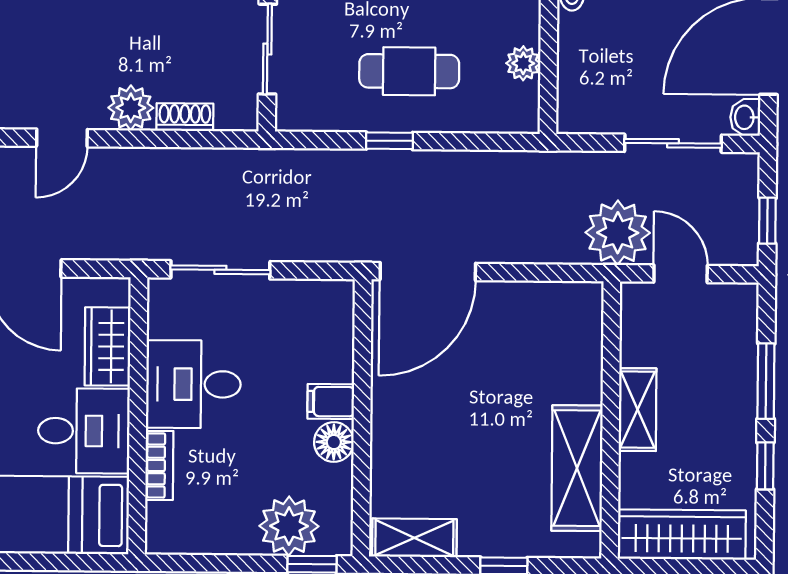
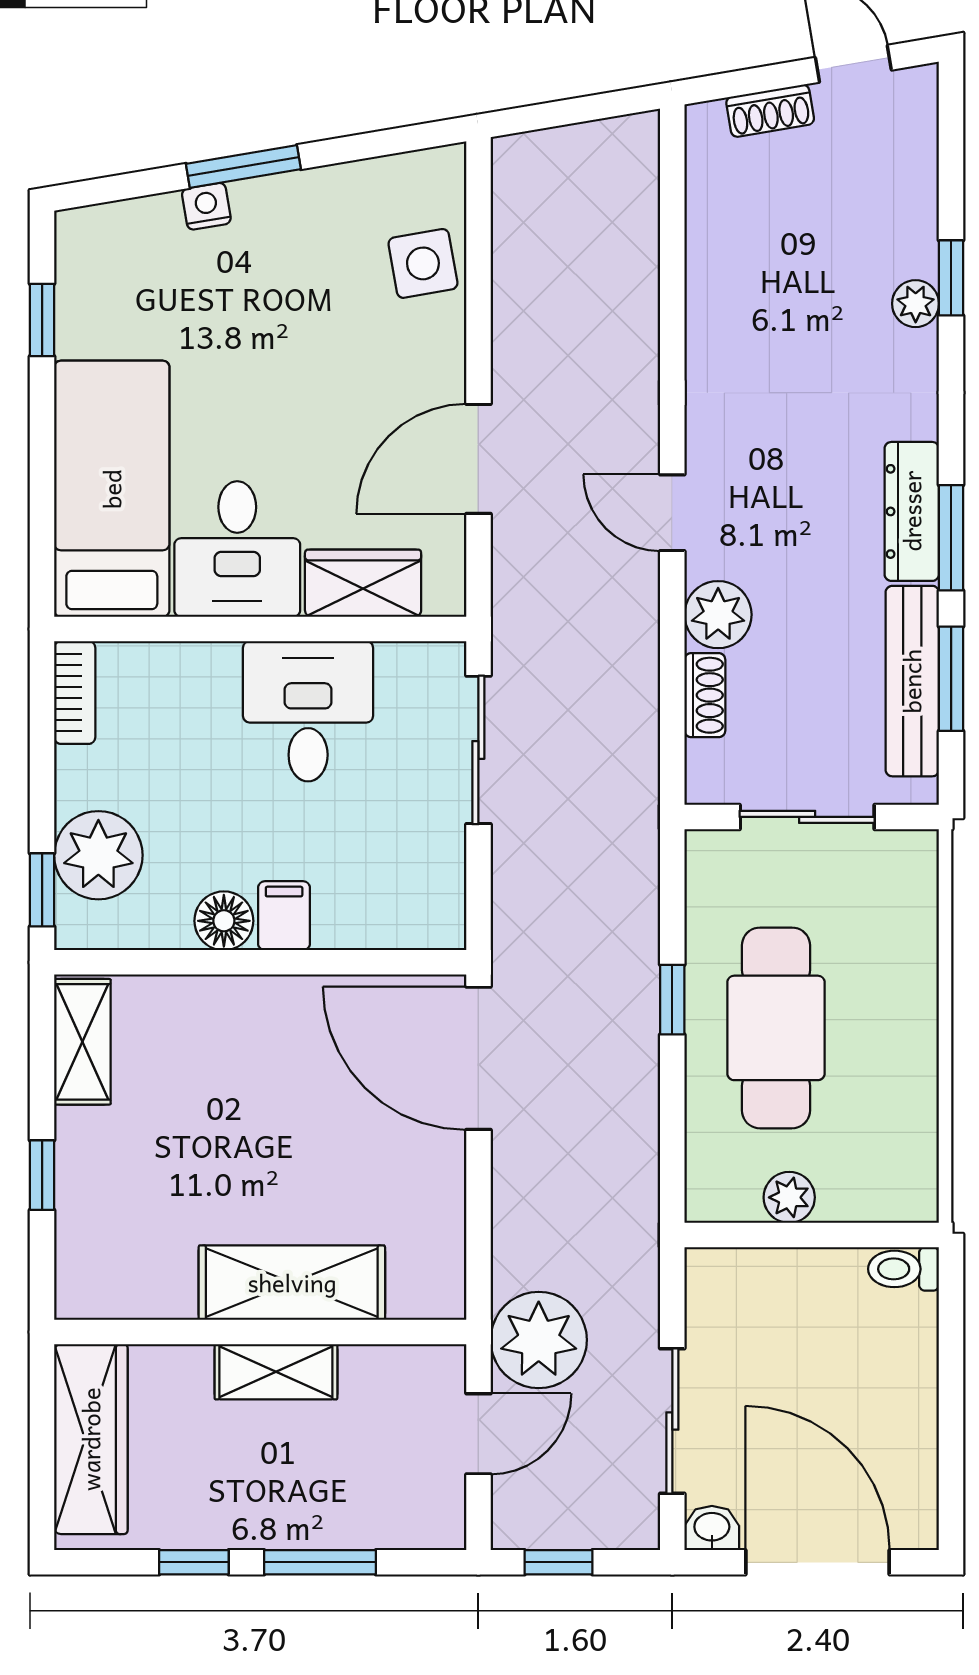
cafe table: (409, 71) -> (776, 1028), width x1.37, depth x1.35
bookcase: (159, 465) -> (75, 692), moved, turned -90
shelving: (577, 468) -> (292, 1283), moved

